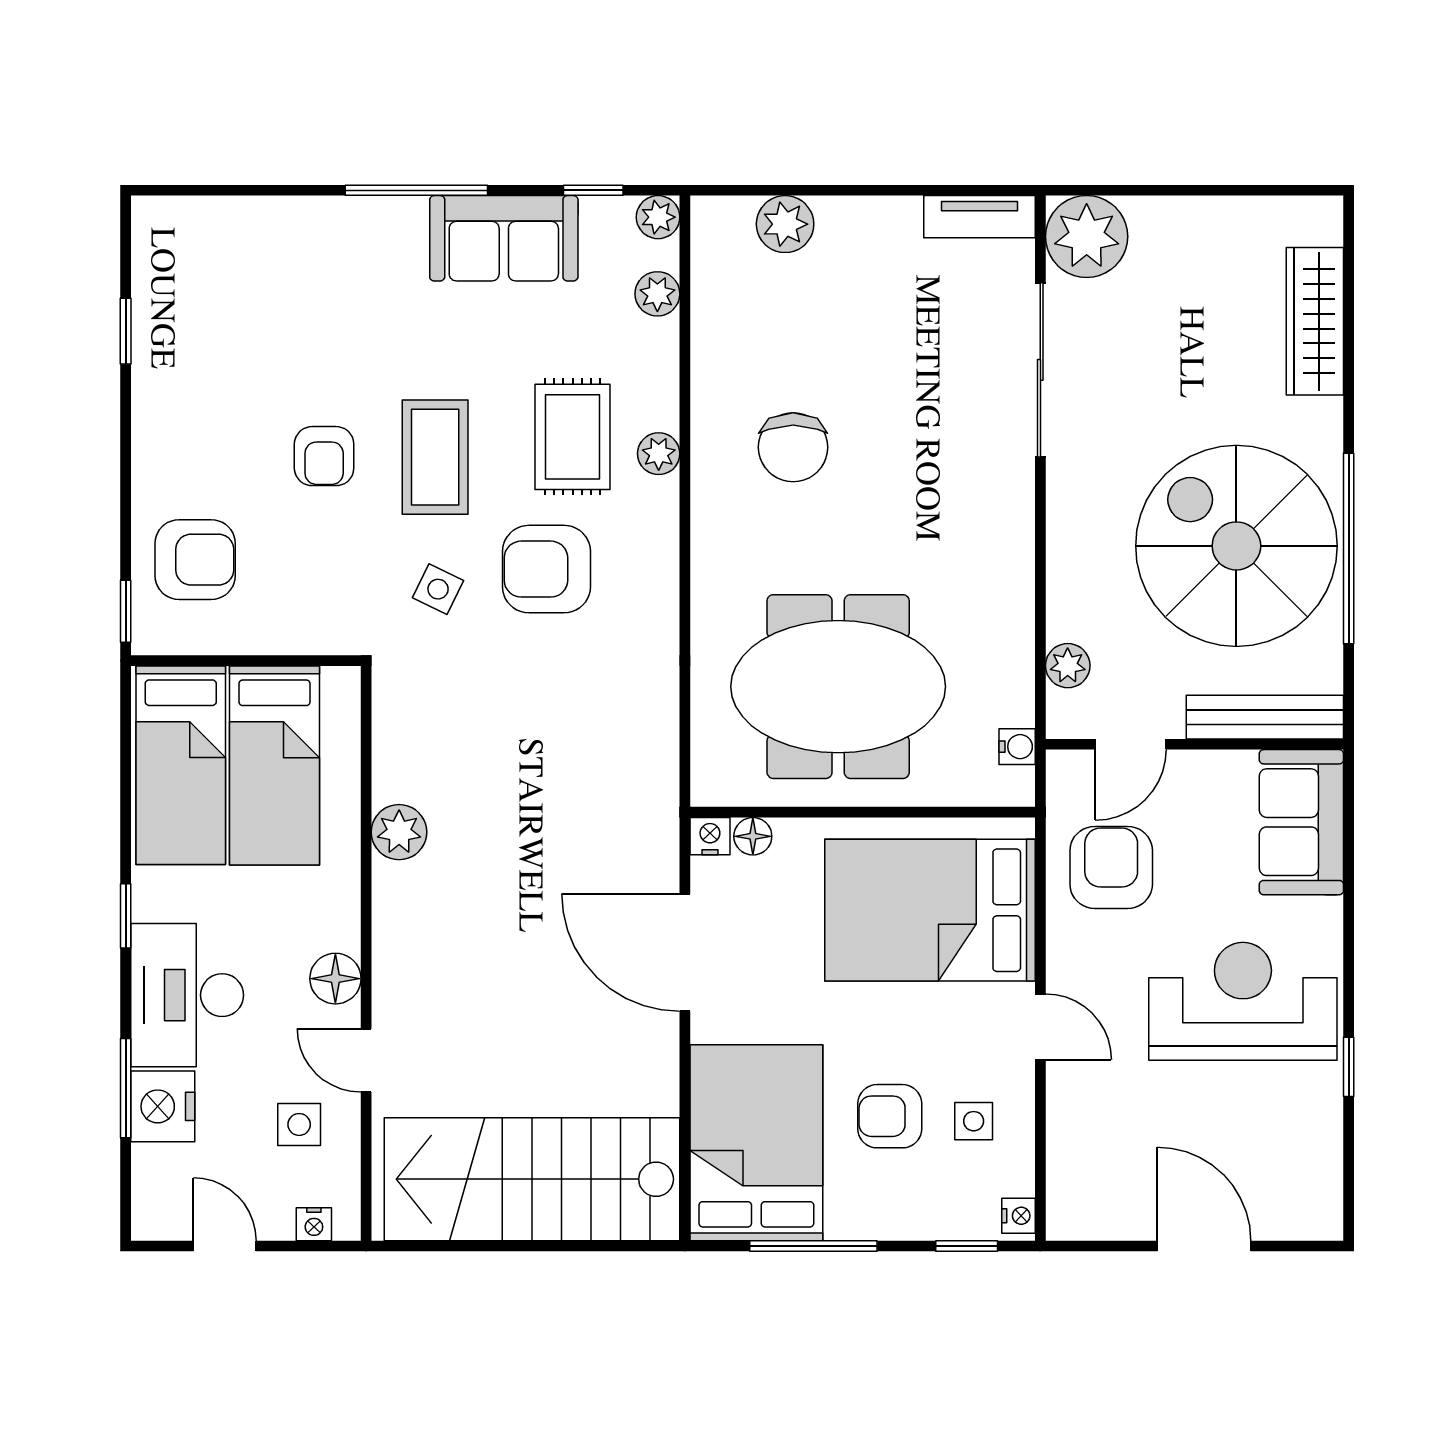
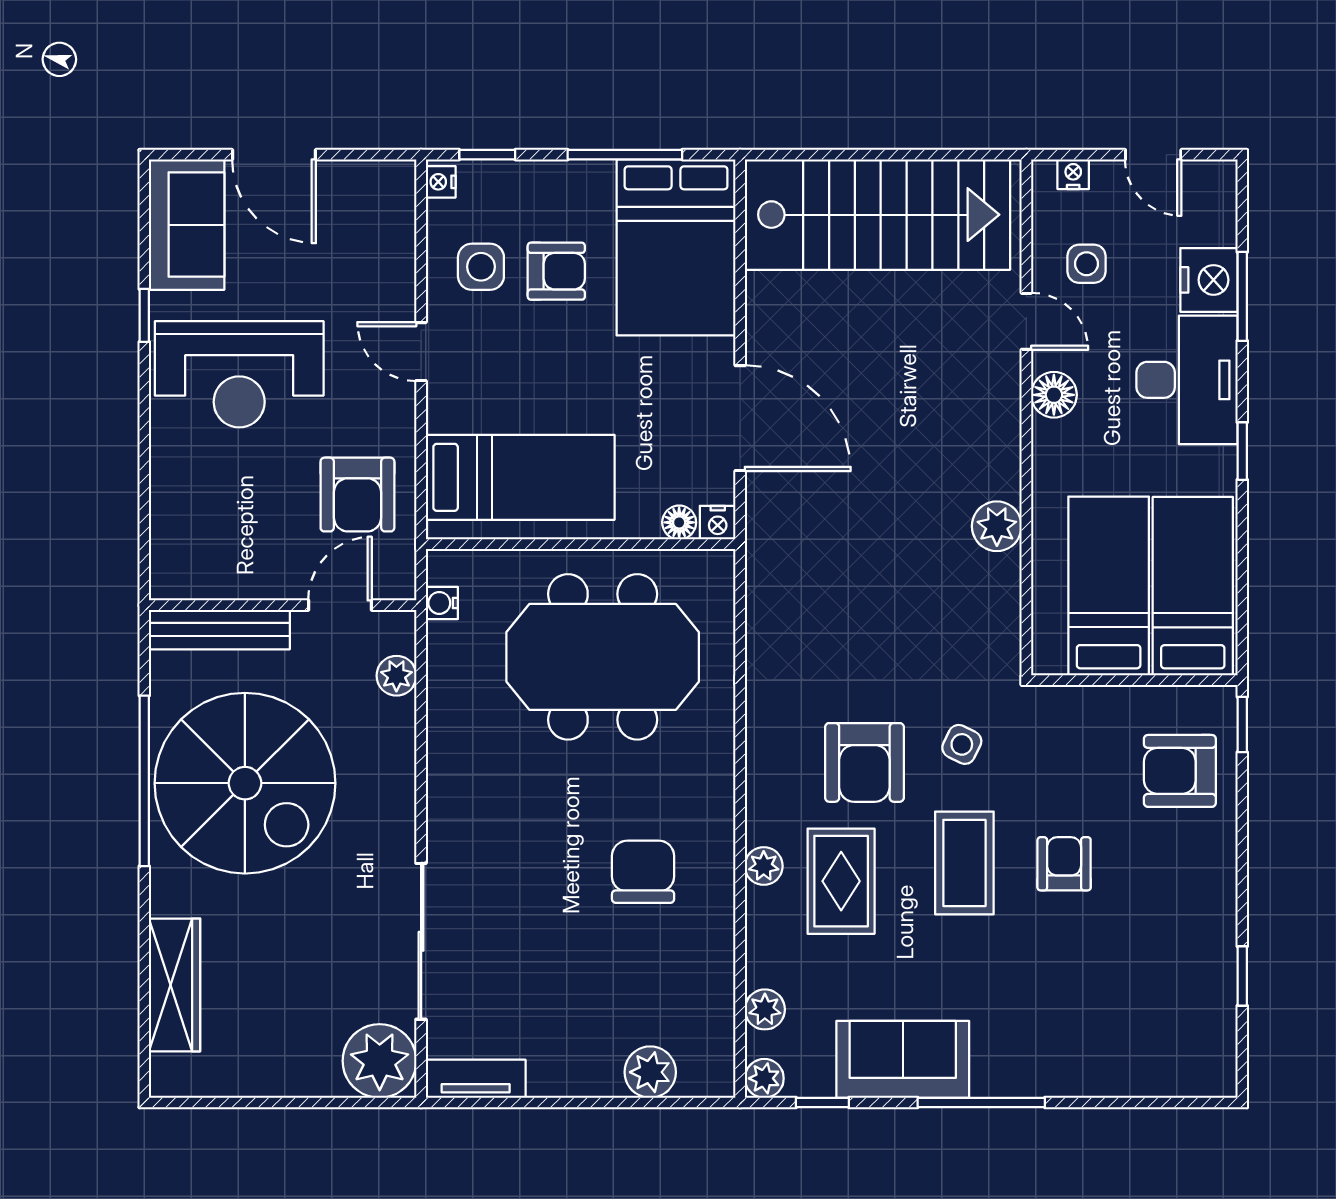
armchair: (546, 569) -> (864, 762), turned 90
sofa: (1301, 822) -> (187, 225), moved
bed: (930, 910) -> (520, 477), width x0.67
side table: (974, 1121) -> (481, 267), width x1.37, depth x1.37

